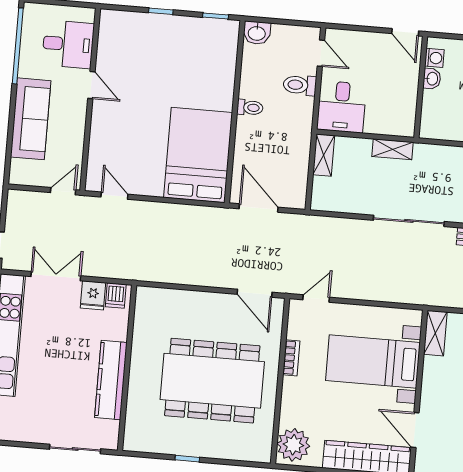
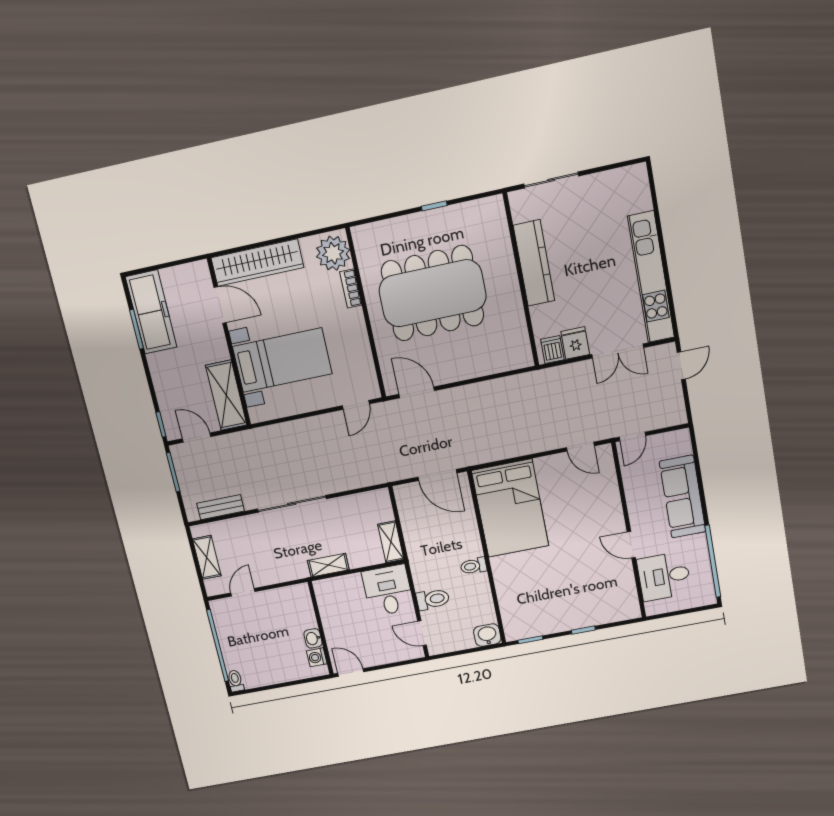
shelving: (435, 333) -> (226, 395), width x1.50, depth x1.33
bookcase: (291, 358) -> (351, 288), moved

